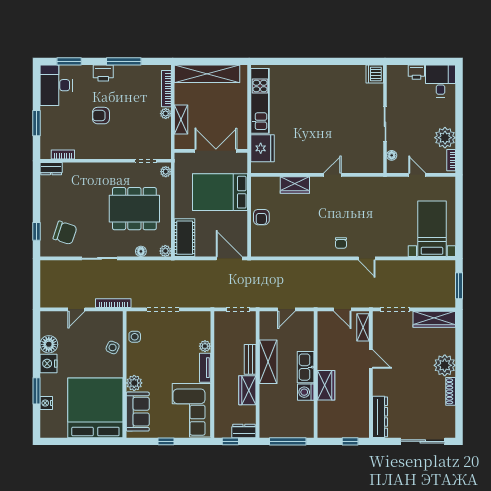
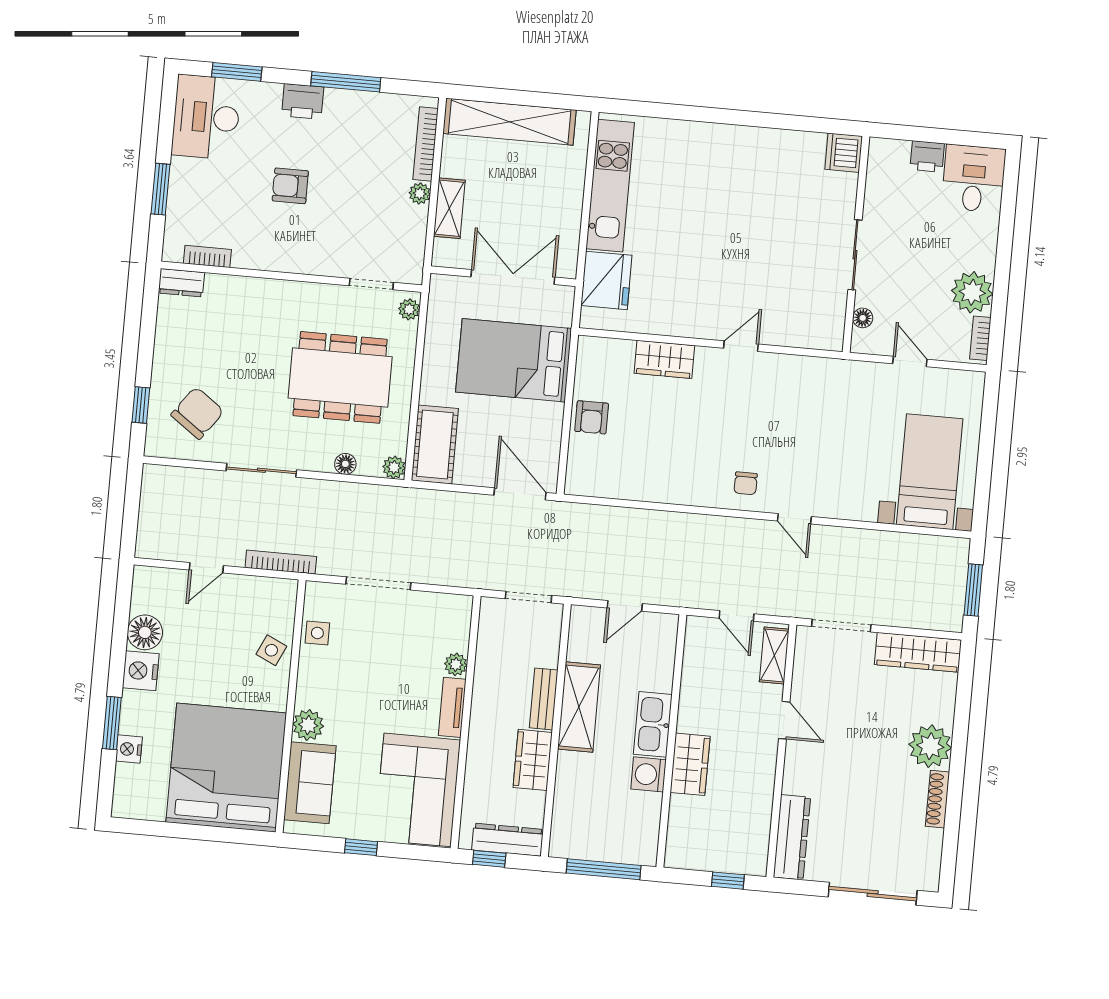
chair: (65, 233) -> (197, 413), turned -72
dresser: (244, 431) -> (507, 840), width x1.44

